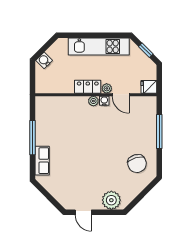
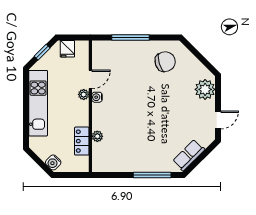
locker: (88, 87) -> (82, 141), moved
fridge: (149, 87) -> (67, 49), moved
plant: (93, 101) -> (97, 136), moved
window: (33, 138) -> (152, 175), moved
row of seats: (42, 161) -> (189, 155), moved, turned -45

